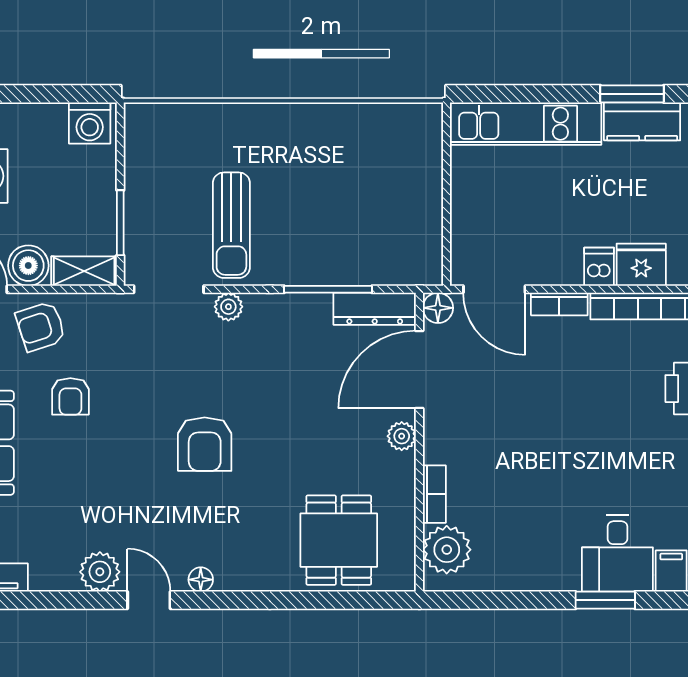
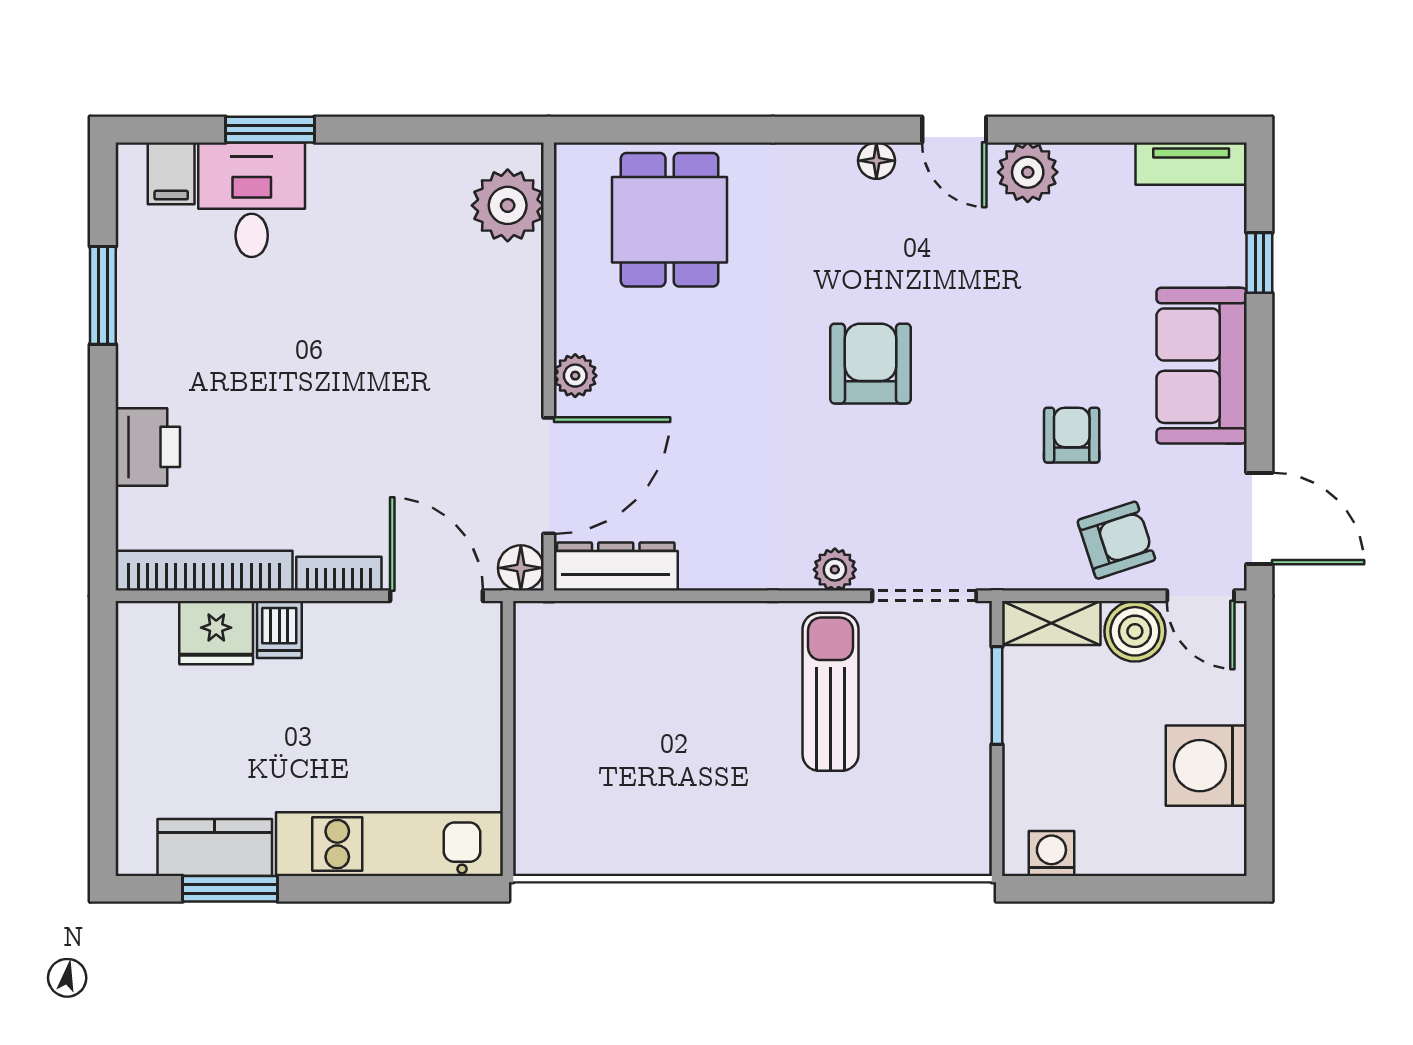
washing machine: (90, 123) -> (1051, 853), width x0.73, depth x0.73
window: (328, 289) -> (686, 596), removed
bookcase: (434, 494) -> (526, 289), removed

